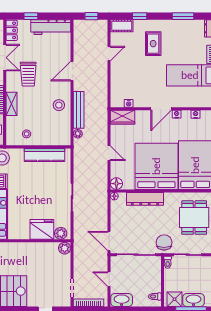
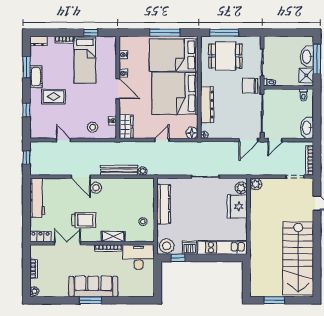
window: (31, 16) -> (26, 217), removed
cot: (122, 26) -> (36, 77), moved
stool: (122, 83) -> (93, 127), added
stool: (59, 105) -> (96, 188), moved
door: (109, 279) -> (275, 140), moved

